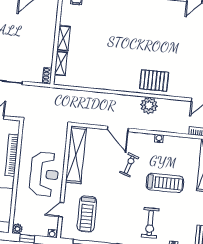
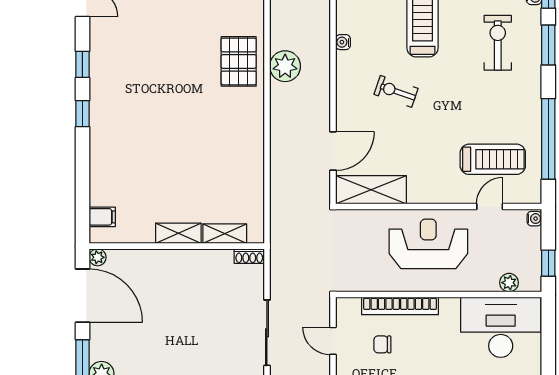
door: (118, 129) -> (333, 151), moved
shelving: (76, 155) -> (371, 190), width x0.68
door: (61, 210) -> (490, 207), swing flipped
exercise bike: (150, 223) -> (498, 43), turned -90
plant: (17, 229) -> (509, 283), moved

